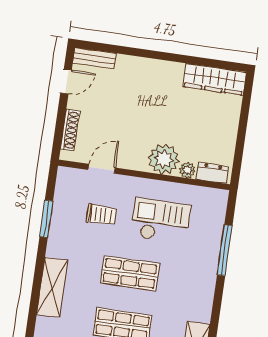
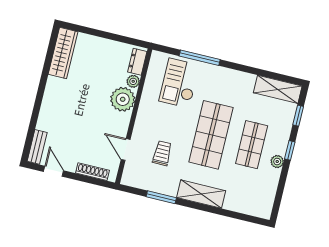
checkout: (160, 221) -> (179, 83), moved
shop shelf: (130, 273) -> (211, 135), width x1.43, depth x1.36
shelving: (52, 287) -> (201, 194), moved

